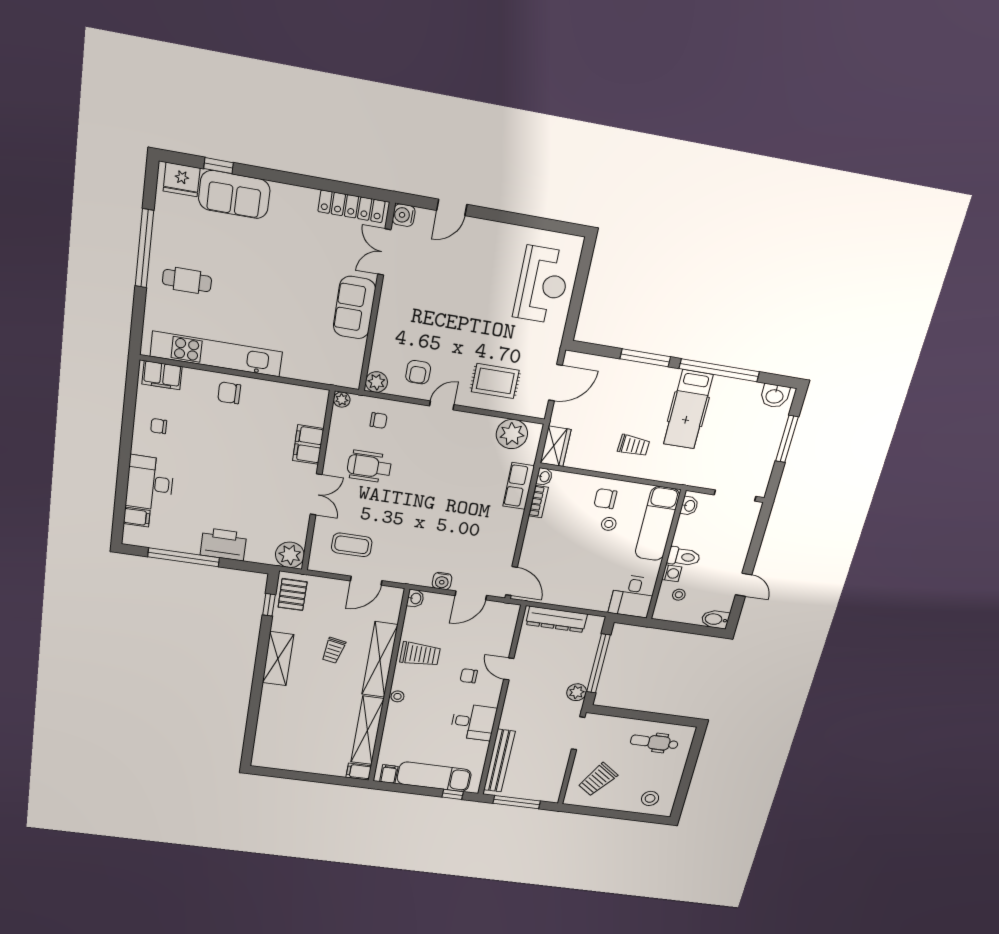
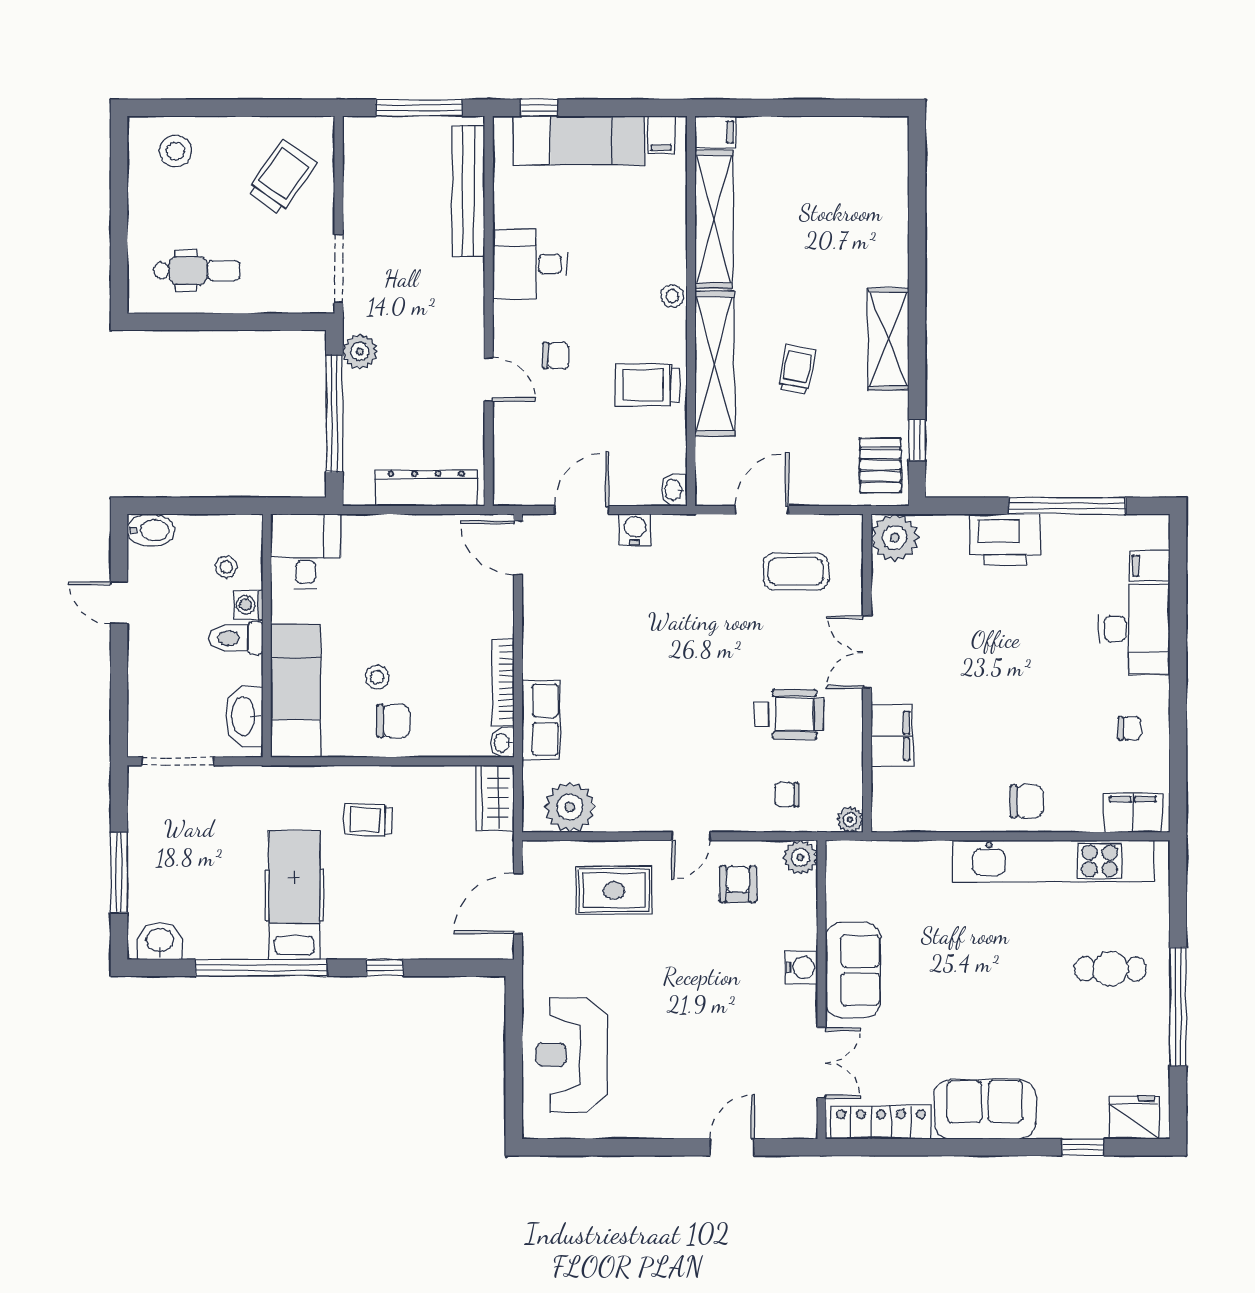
sofa: (234, 195) -> (985, 1109), moved
water cooler: (404, 215) -> (802, 968), moved
window: (645, 358) -> (385, 968), width x0.46
bookcase: (538, 502) -> (503, 682), width x1.56
washbasin: (689, 506) -> (244, 716), width x1.91, depth x1.45

